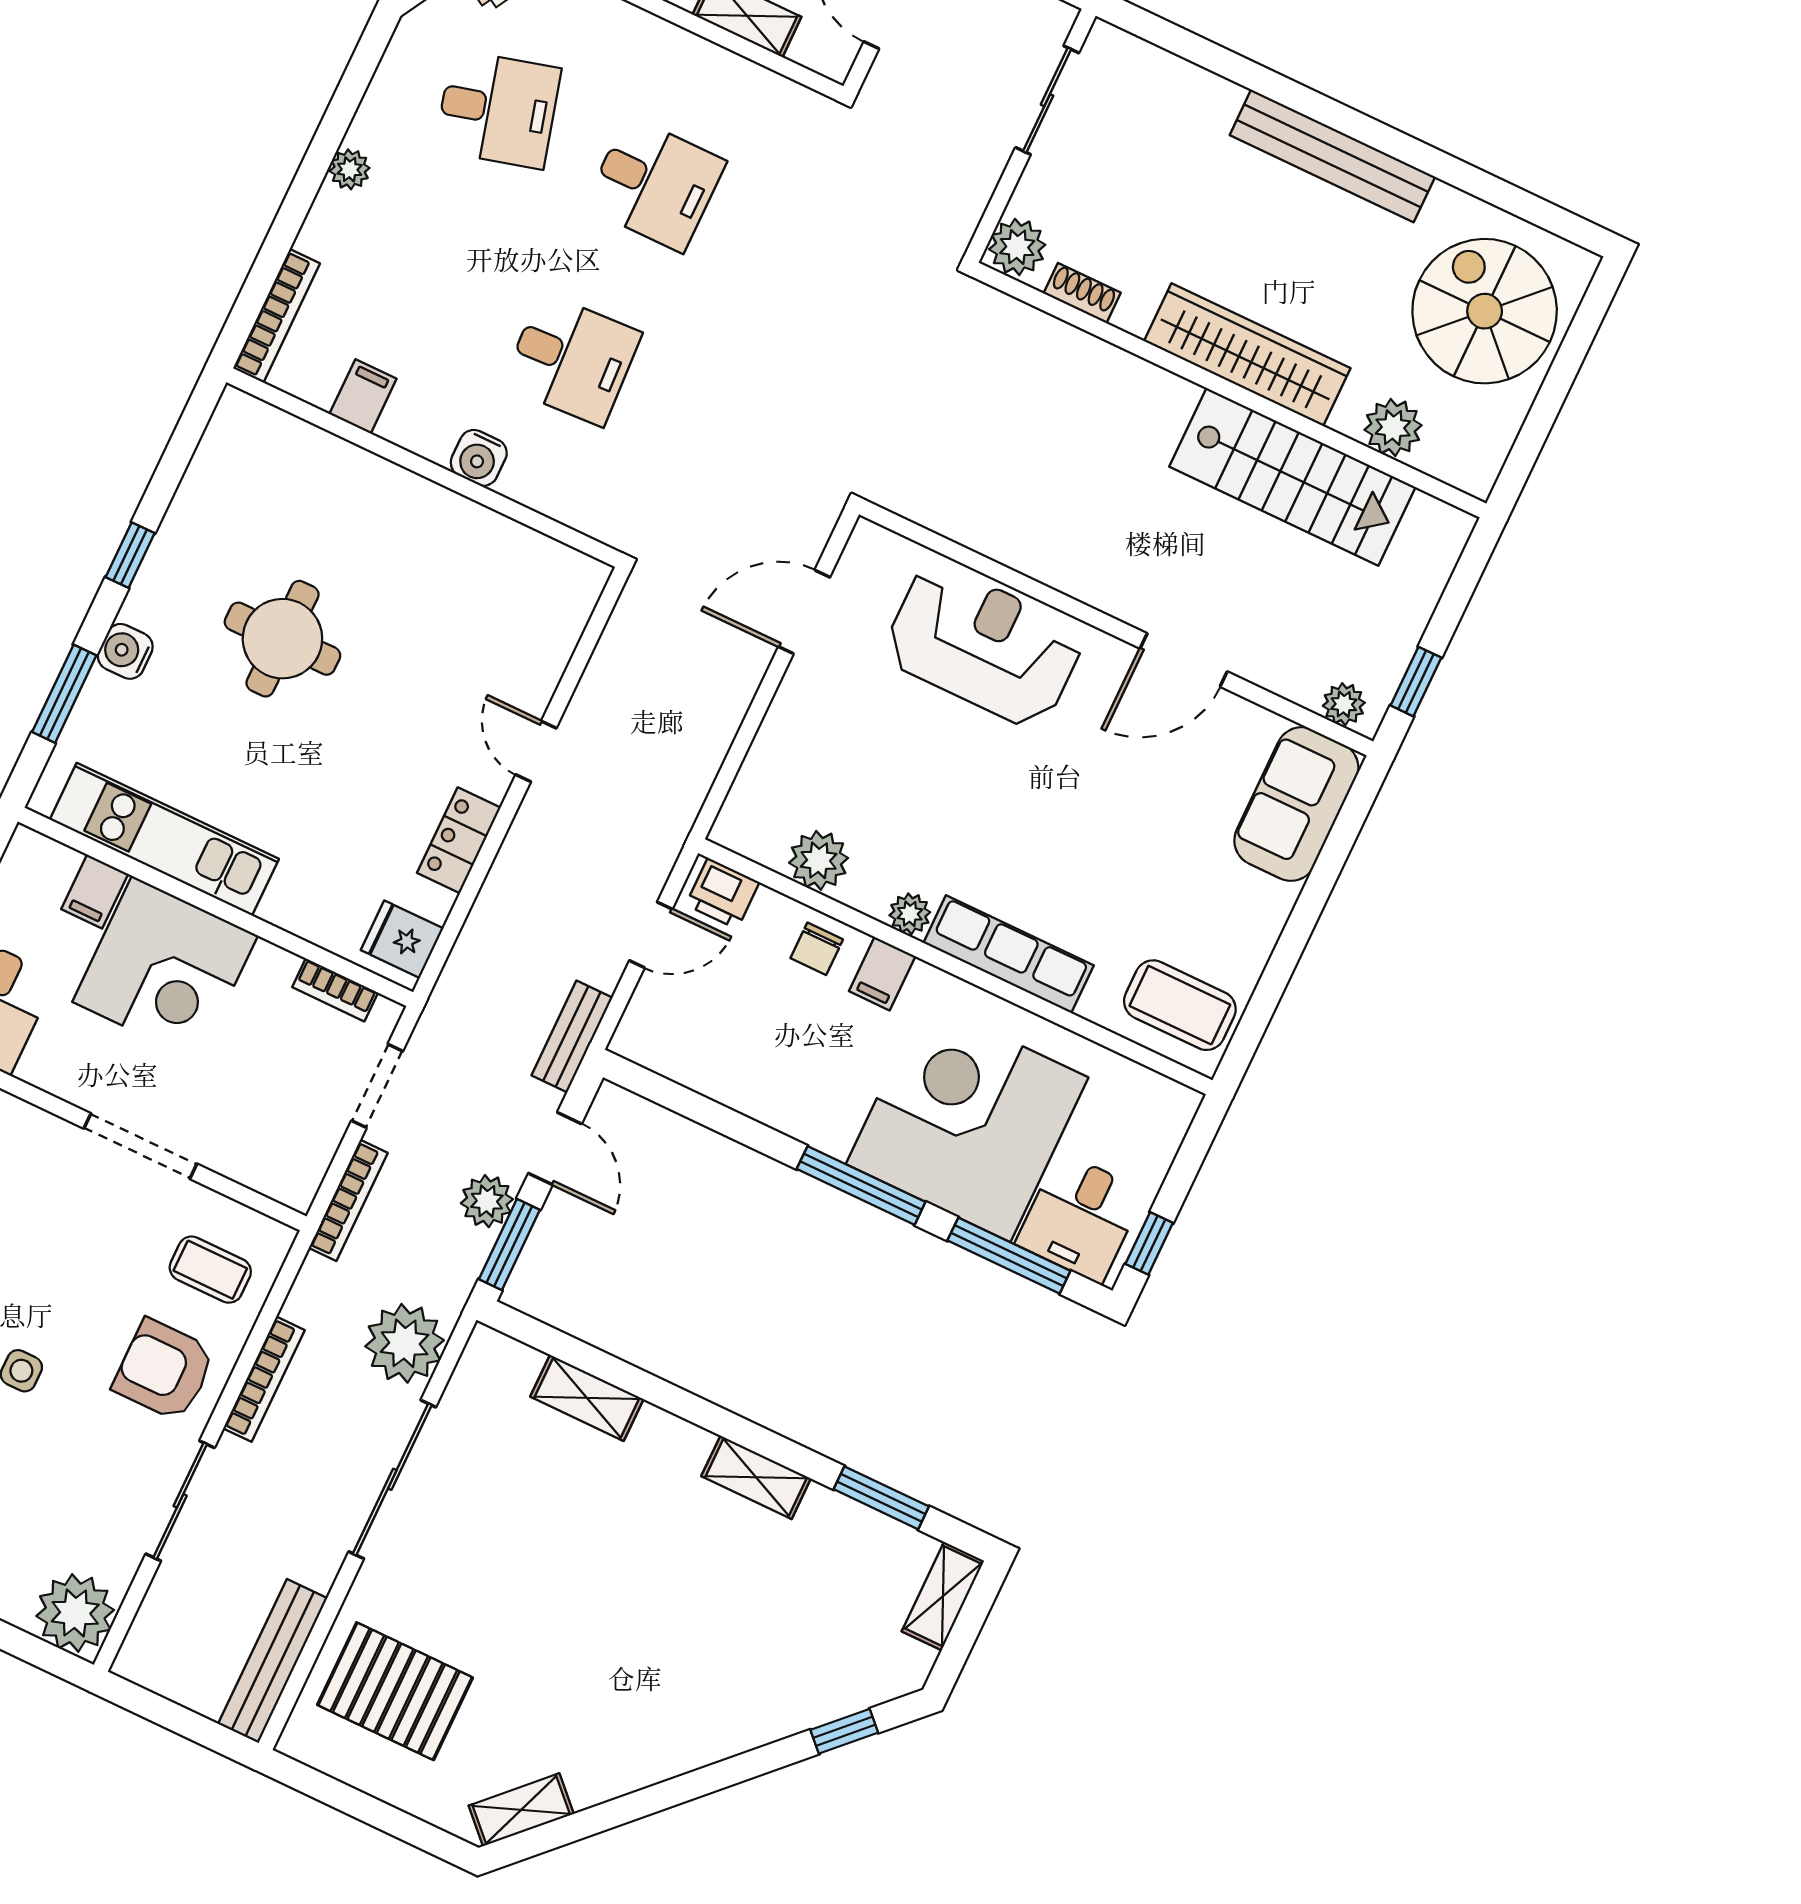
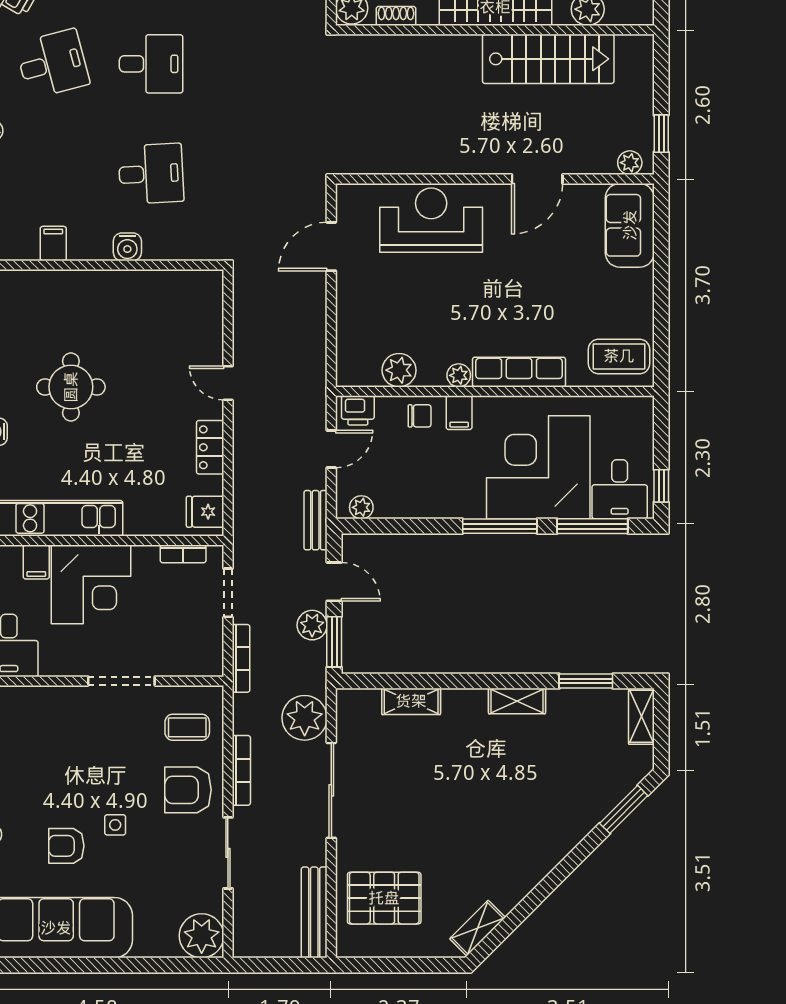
chair: (817, 949) -> (420, 416), turned -90
plant: (655, 1051) -> (361, 507), added
window: (844, 1731) -> (624, 809), width x1.50

